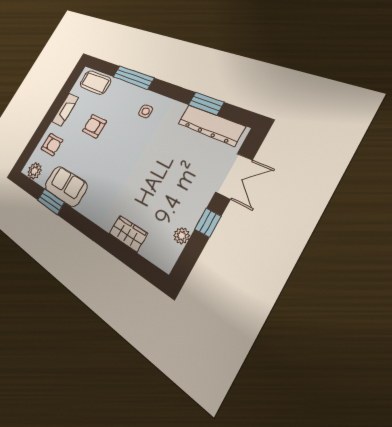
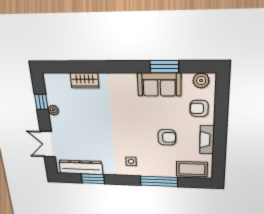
window: (208, 223) -> (41, 102), moved
plant: (182, 236) -> (53, 110), moved

